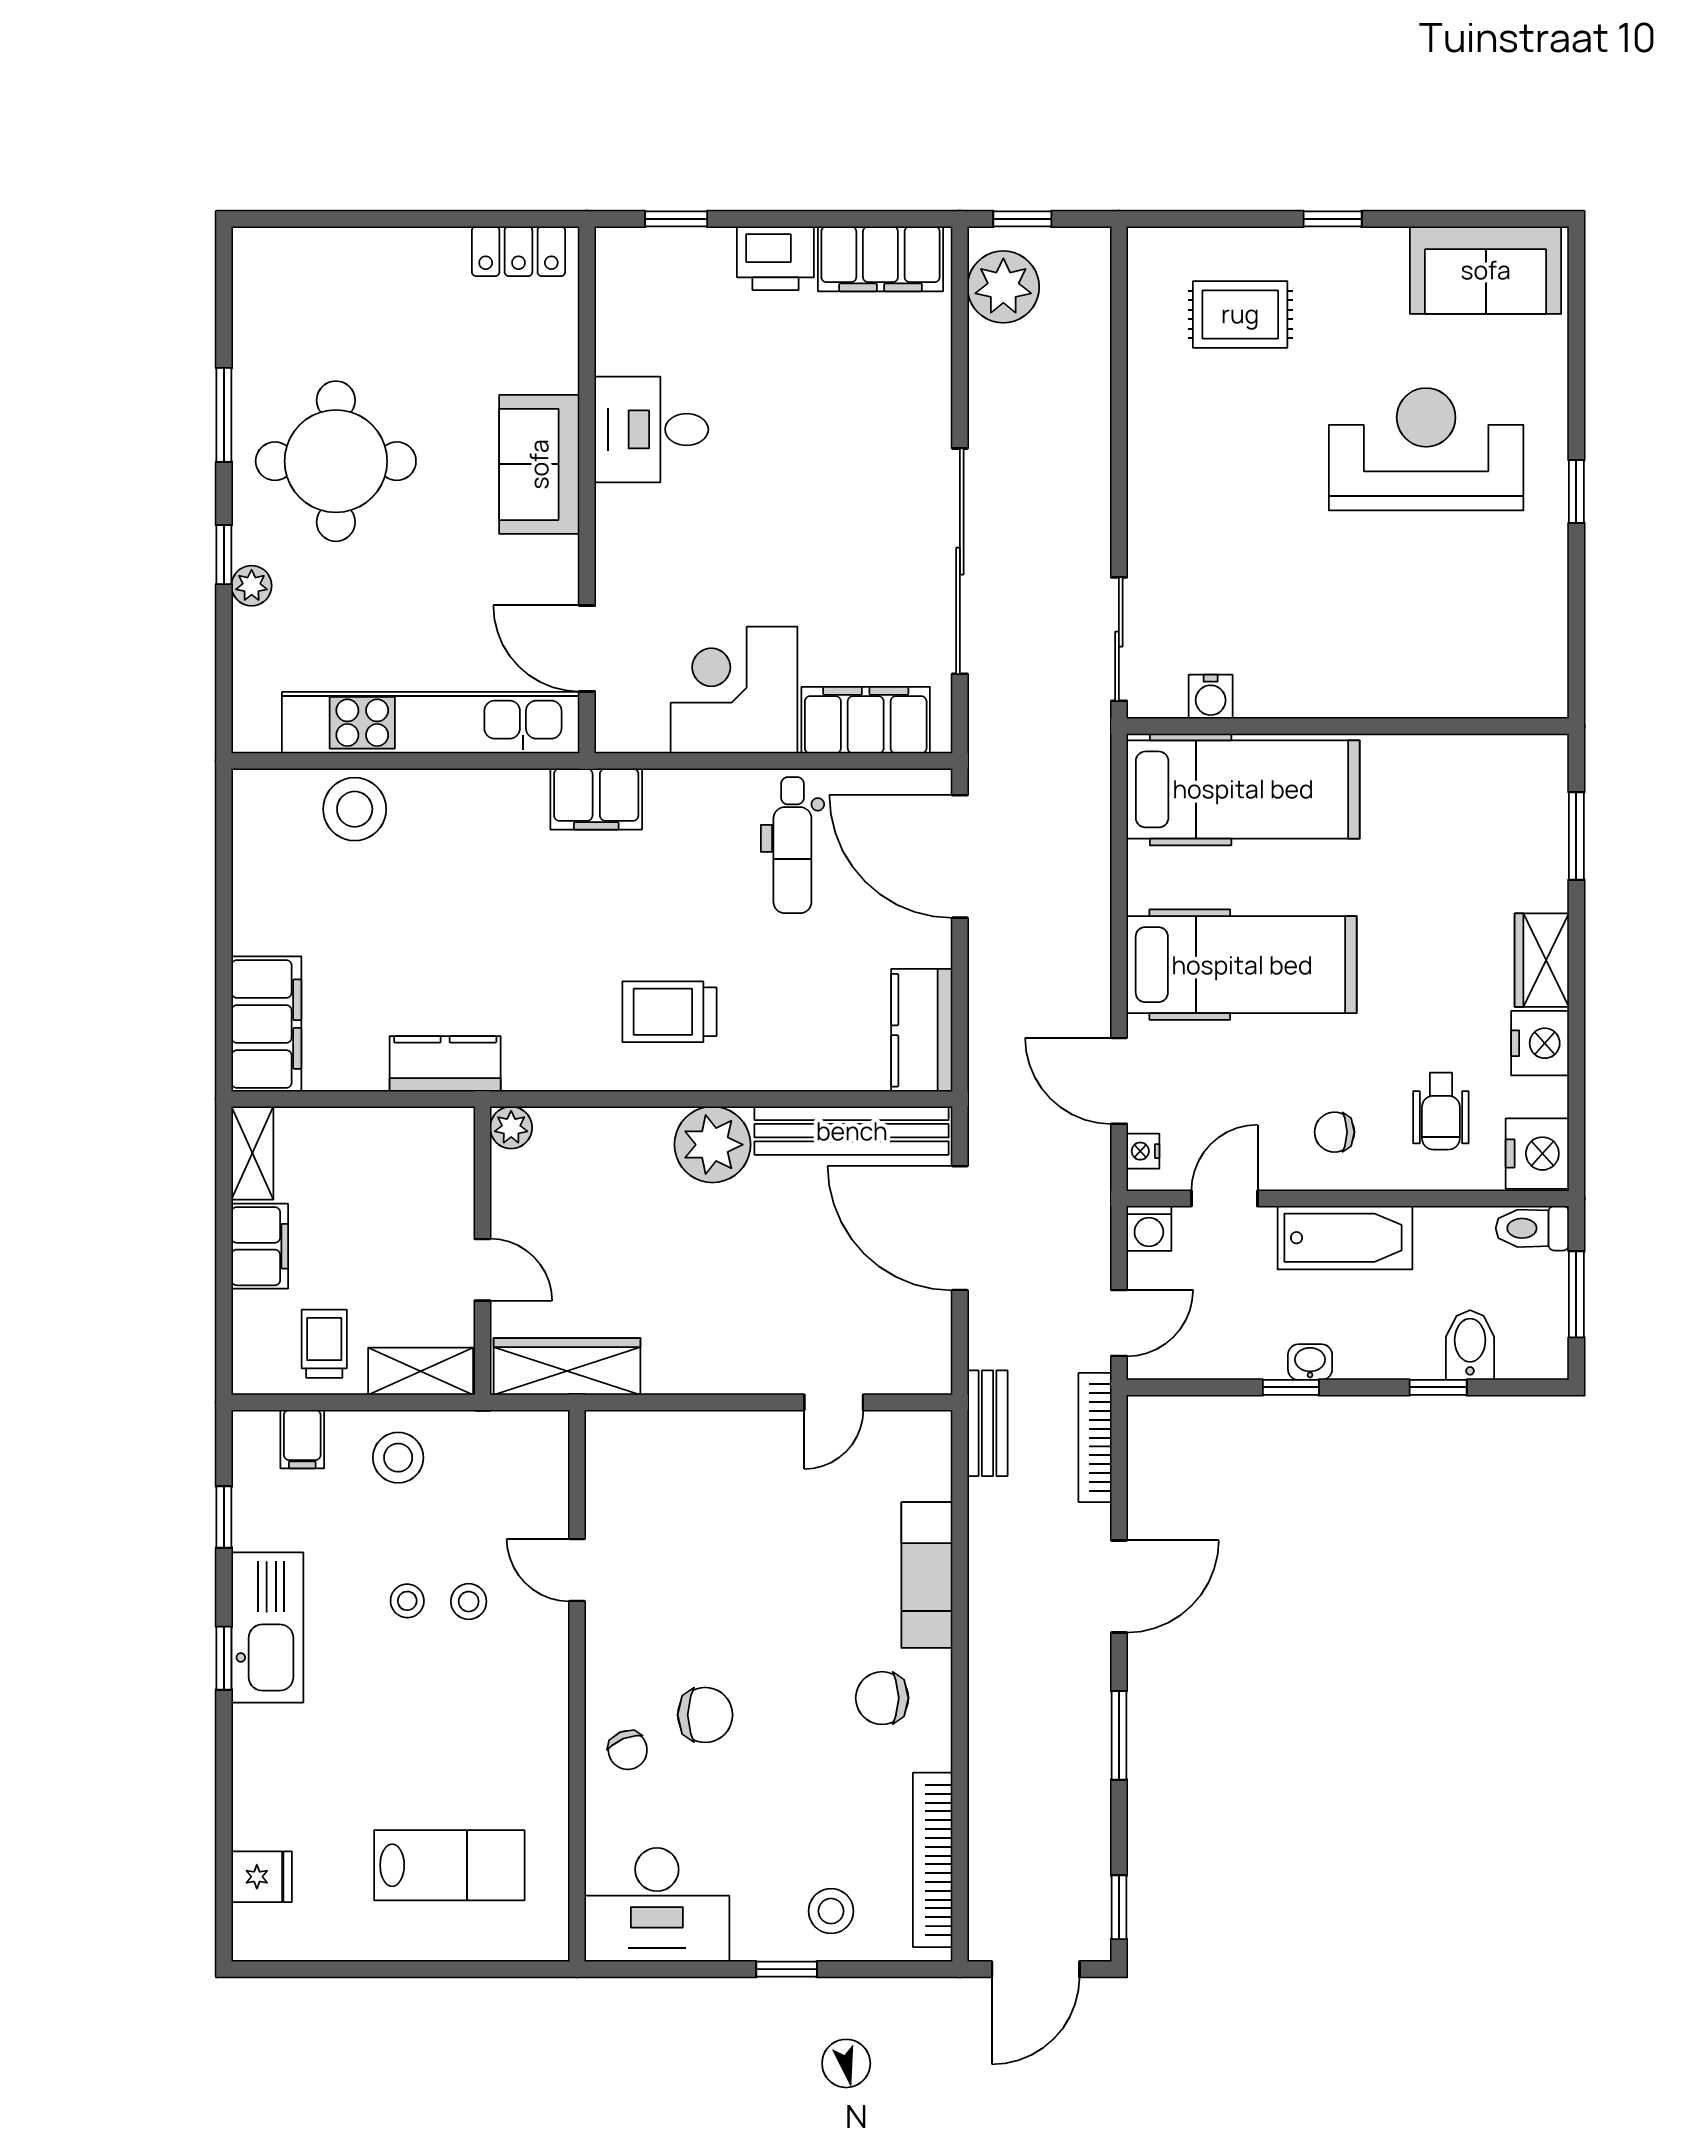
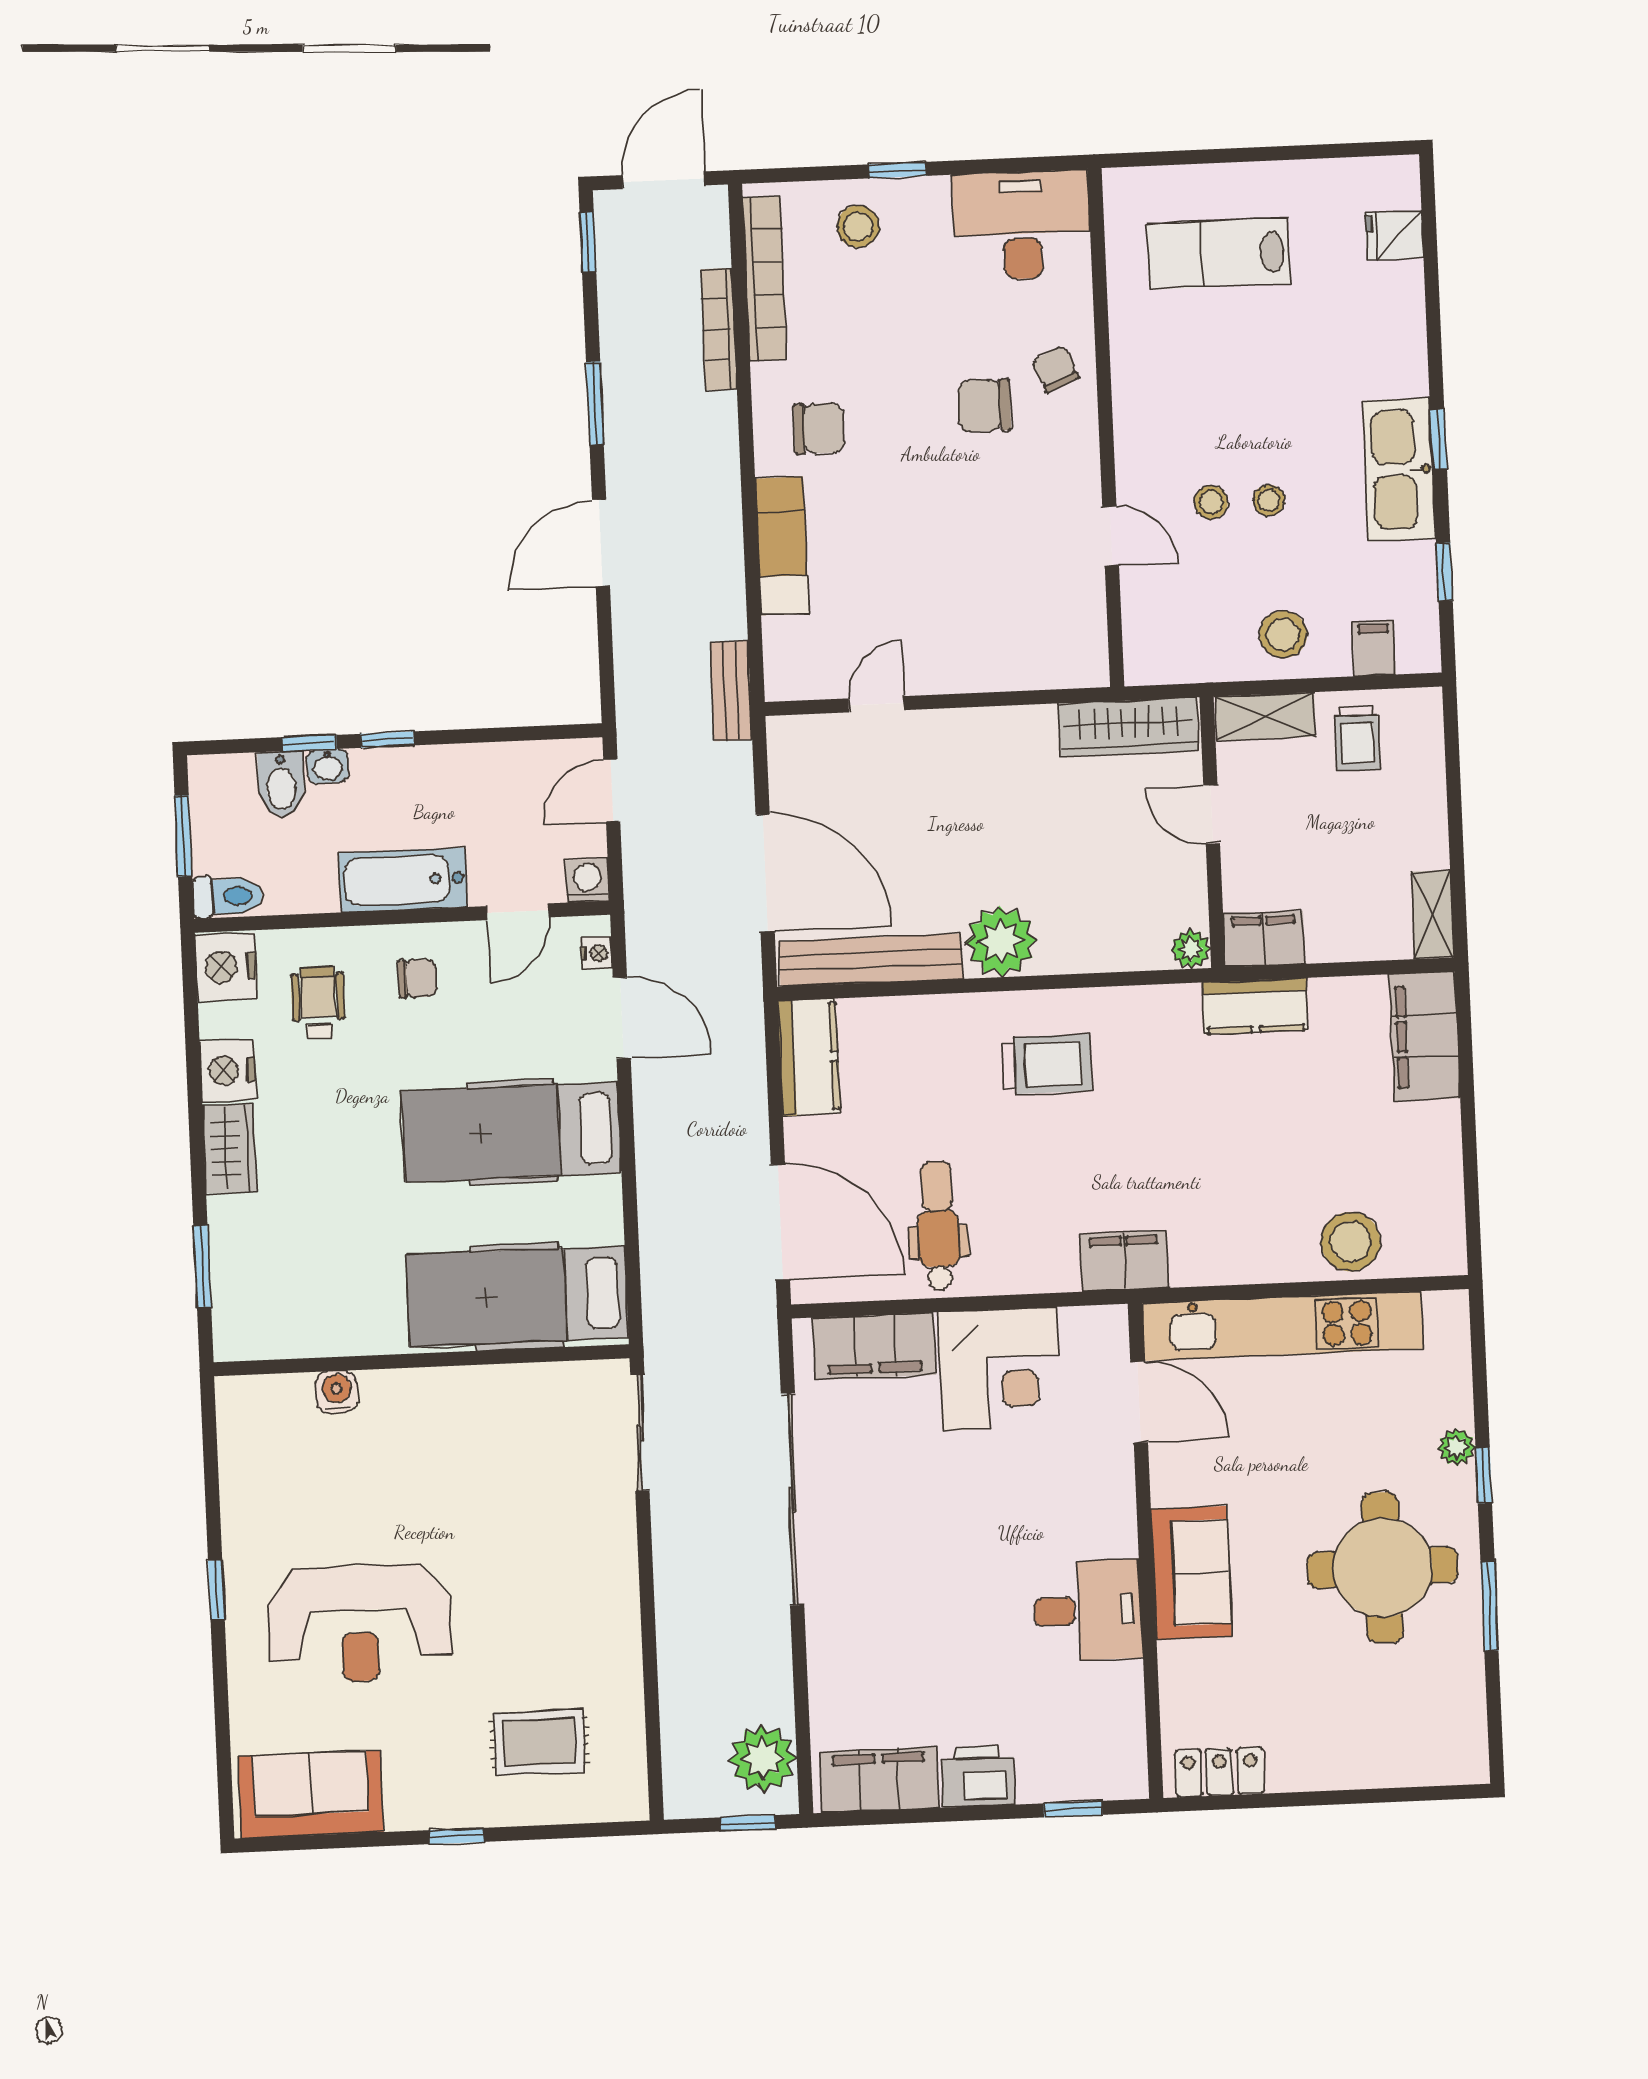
water cooler: (1211, 697) -> (337, 1392), moved
filing cabinet: (260, 1246) -> (1264, 939), moved, turned 90
washbasin: (1310, 1362) -> (328, 766), moved
window: (1291, 1387) -> (387, 740), moved
bookcase: (1095, 1438) -> (719, 329), moved, turned 180

